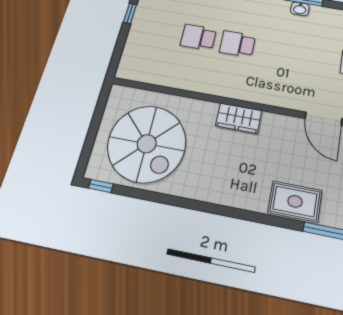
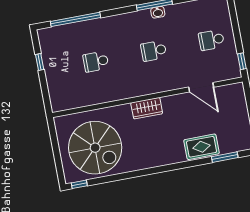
school desk: (237, 44) -> (154, 51), moved

